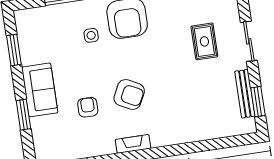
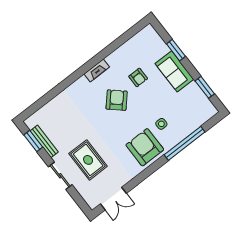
rug: (204, 41) -> (88, 160), width x1.36, depth x1.43
armchair: (129, 95) -> (117, 100), turned 105

